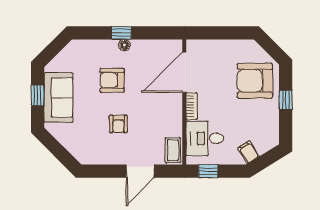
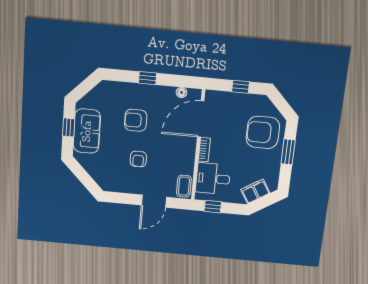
window: (224, 33) -> (241, 87), added
floor lamp: (124, 45) -> (182, 92), moved
window: (286, 100) -> (288, 152), width x1.50
filing cabinet: (248, 152) -> (255, 191), width x2.00

